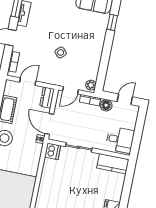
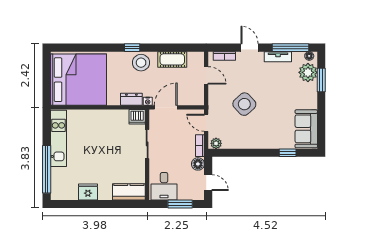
side table: (61, 52) -> (244, 104), width x1.87, depth x1.87
dresser: (47, 97) -> (131, 99), moved
window: (139, 129) -> (180, 204), added
kitchen counter: (113, 164) -> (129, 192), moved, turned 90

